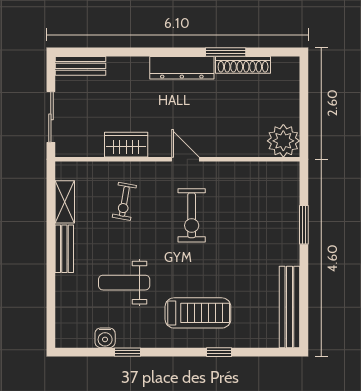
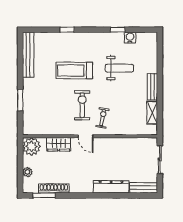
window: (226, 52) -> (44, 195), moved
dresser: (182, 68) -> (111, 187), moved
plant: (291, 94) -> (27, 172), added
wardrobe: (126, 145) -> (59, 144), moved
exercise bike: (124, 201) -> (103, 118), moved
treadmill: (198, 313) -> (74, 70), moved

